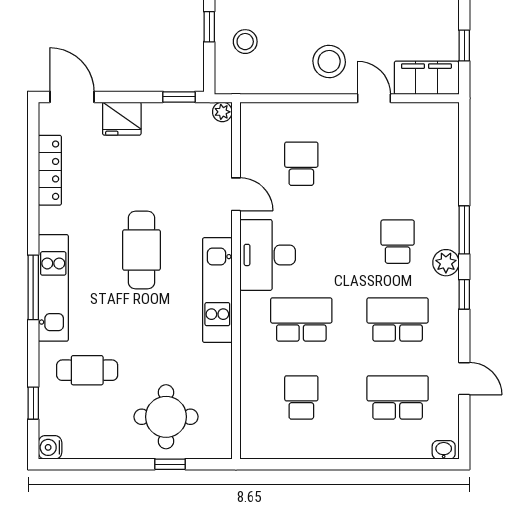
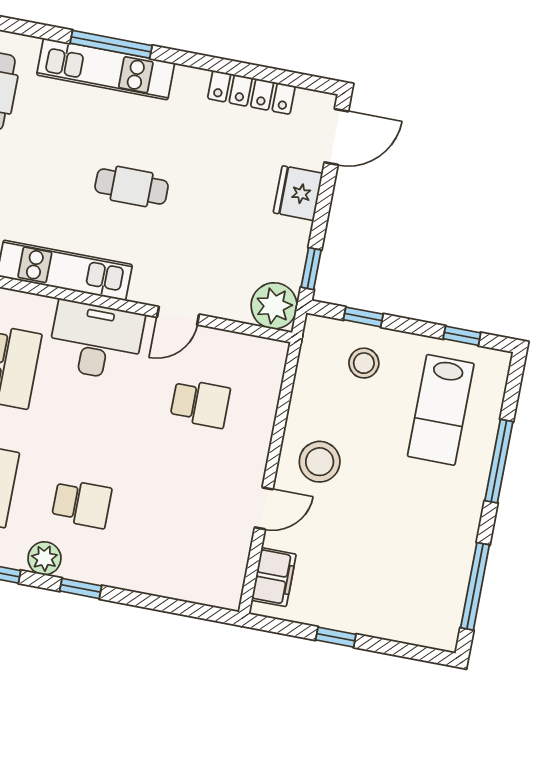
window: (209, 27) -> (363, 317), moved
window: (464, 46) -> (336, 637), moved
filing cabinet: (426, 78) -> (274, 577), width x0.67, depth x0.86
plant: (222, 112) -> (274, 306), width x1.88, depth x1.88
window: (464, 230) -> (81, 588), width x0.67
cafe table: (142, 250) -> (132, 186), width x0.73, depth x0.74

